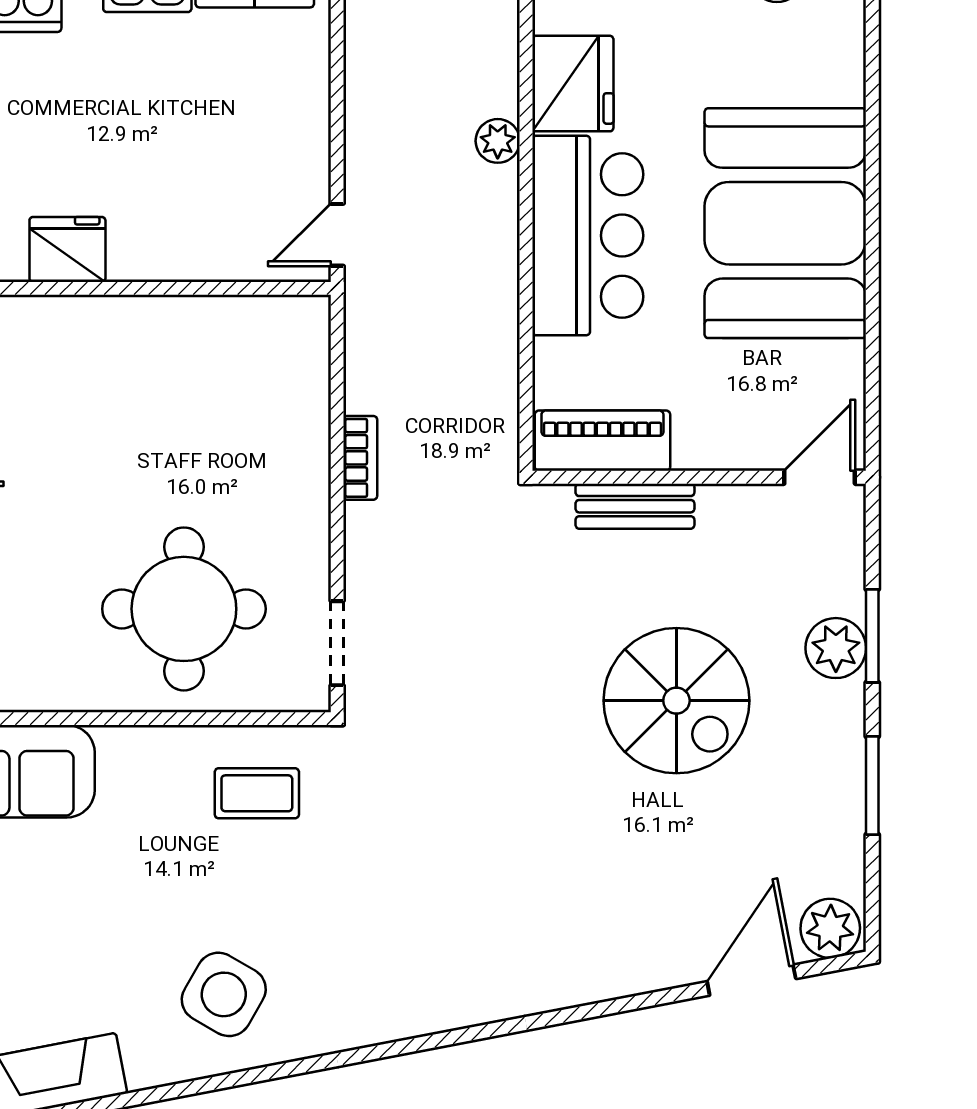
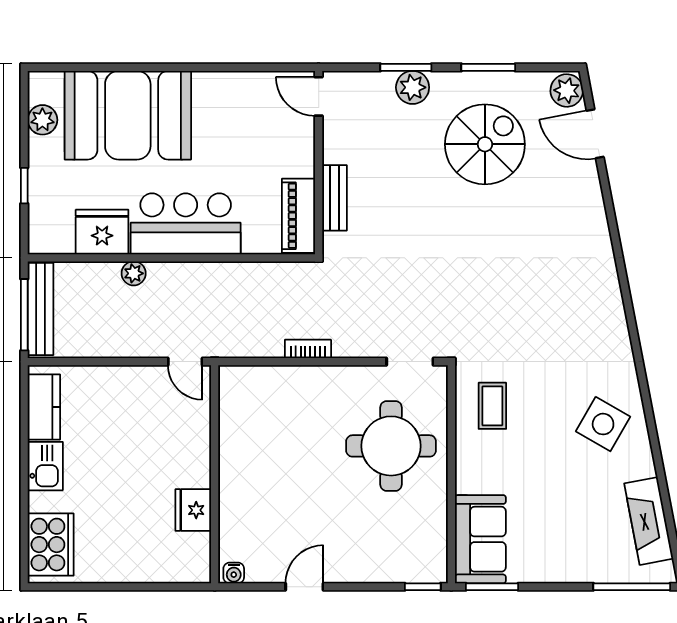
booth: (785, 223) -> (128, 115), moved
spiral stairs: (676, 701) -> (485, 144), moved

